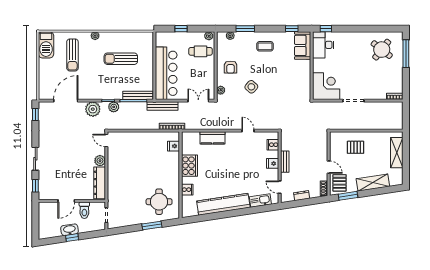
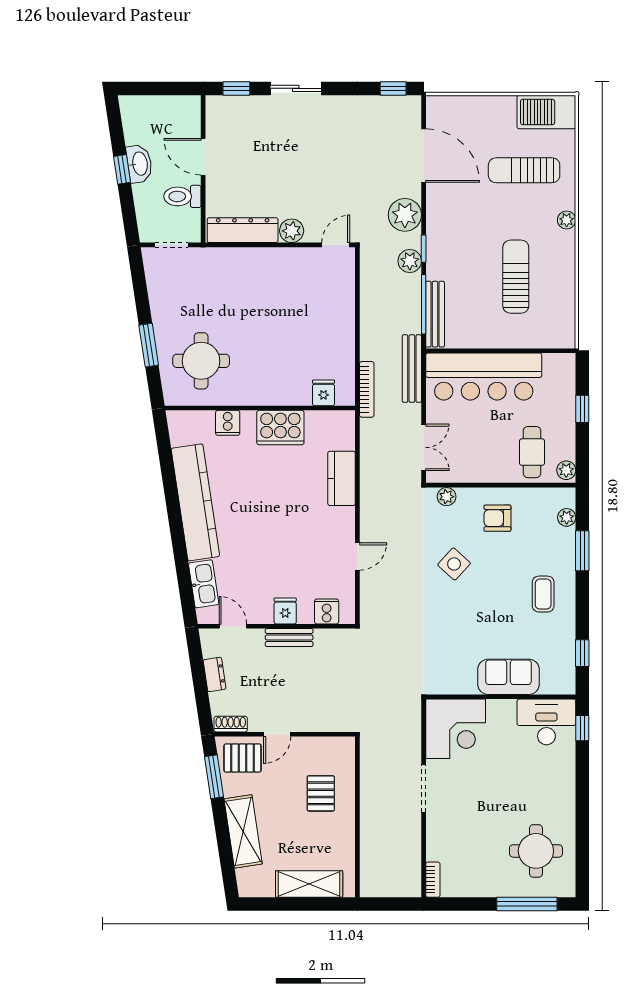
sofa: (303, 45) -> (508, 677), moved
round table: (382, 50) -> (536, 851), turned -38
door: (280, 187) -> (233, 626), hinge flipped

